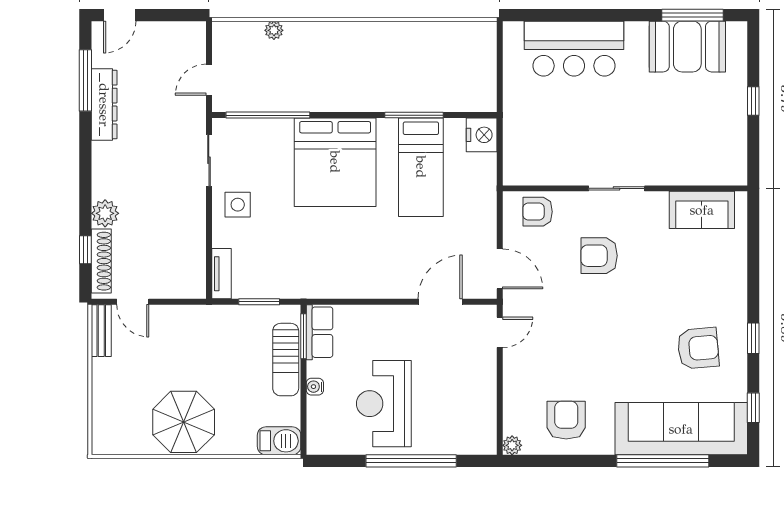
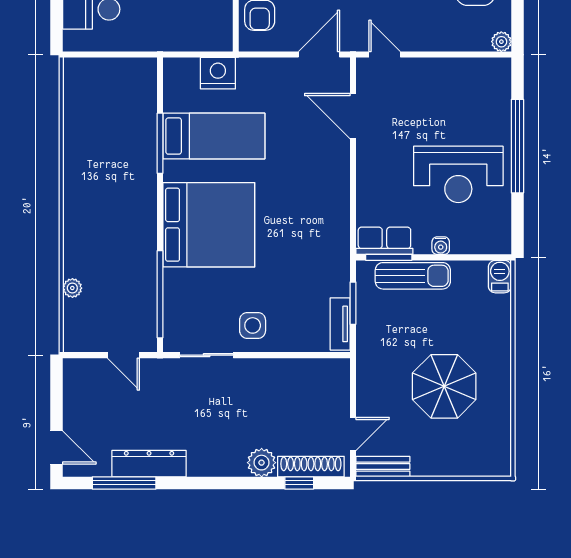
nightstand: (482, 135) -> (218, 73), moved
tv unit: (221, 274) -> (340, 324), moved, turned -90
parasol: (184, 422) -> (444, 386), moved
barbecue: (279, 441) -> (500, 277), width x0.73, depth x0.79

